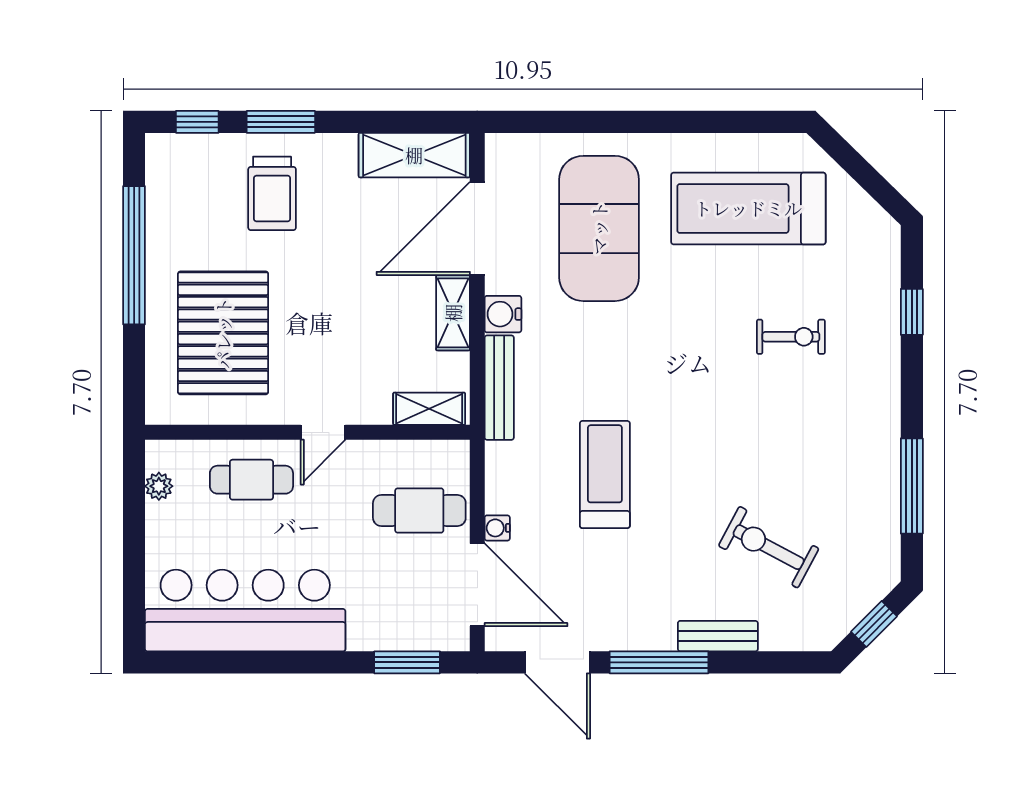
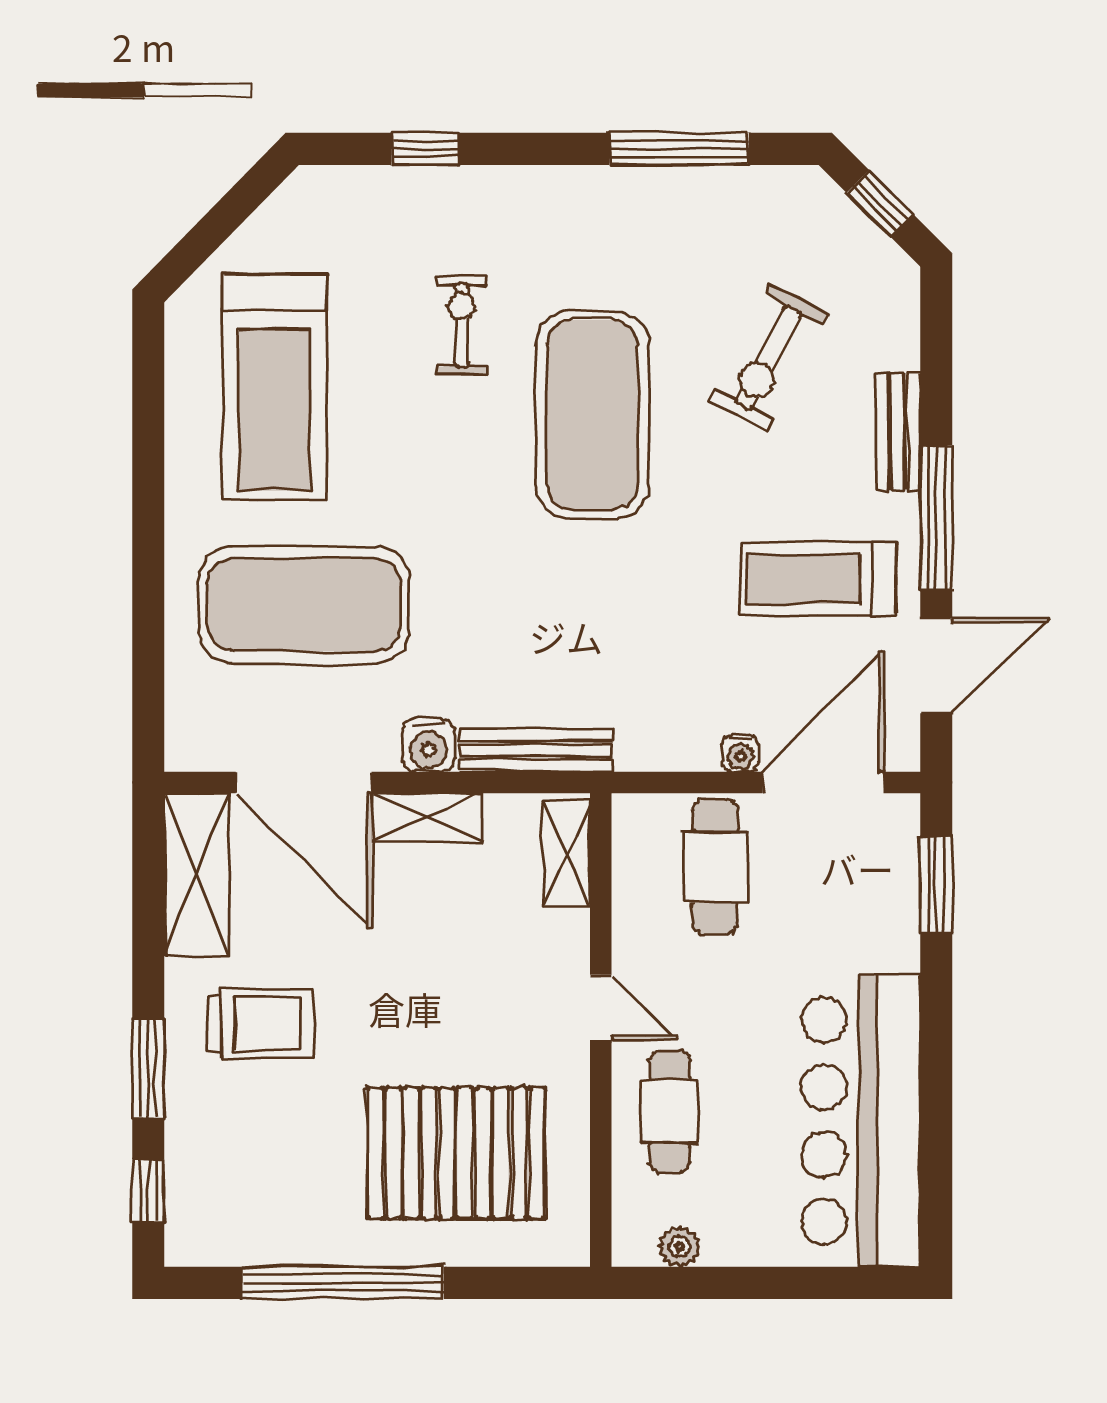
trolley: (272, 193) -> (260, 1024), moved
exercise mat: (729, 426) -> (592, 415), added
treadmill: (605, 475) -> (818, 579), moved

